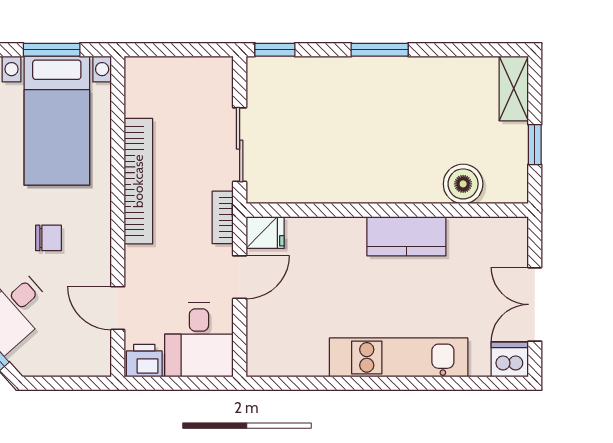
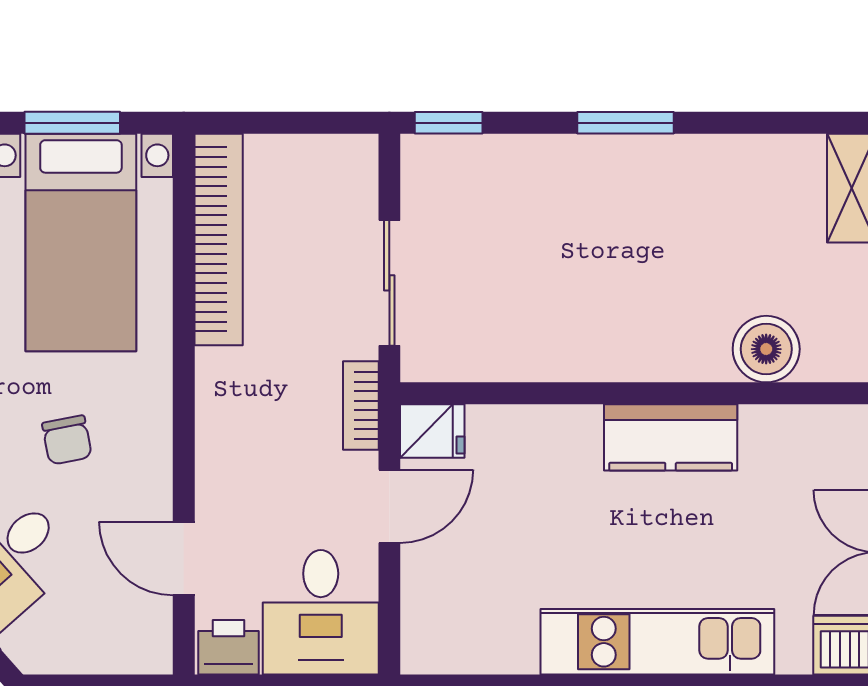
bookcase: (138, 181) -> (219, 239), moved
chair: (48, 238) -> (67, 440), turned 79

